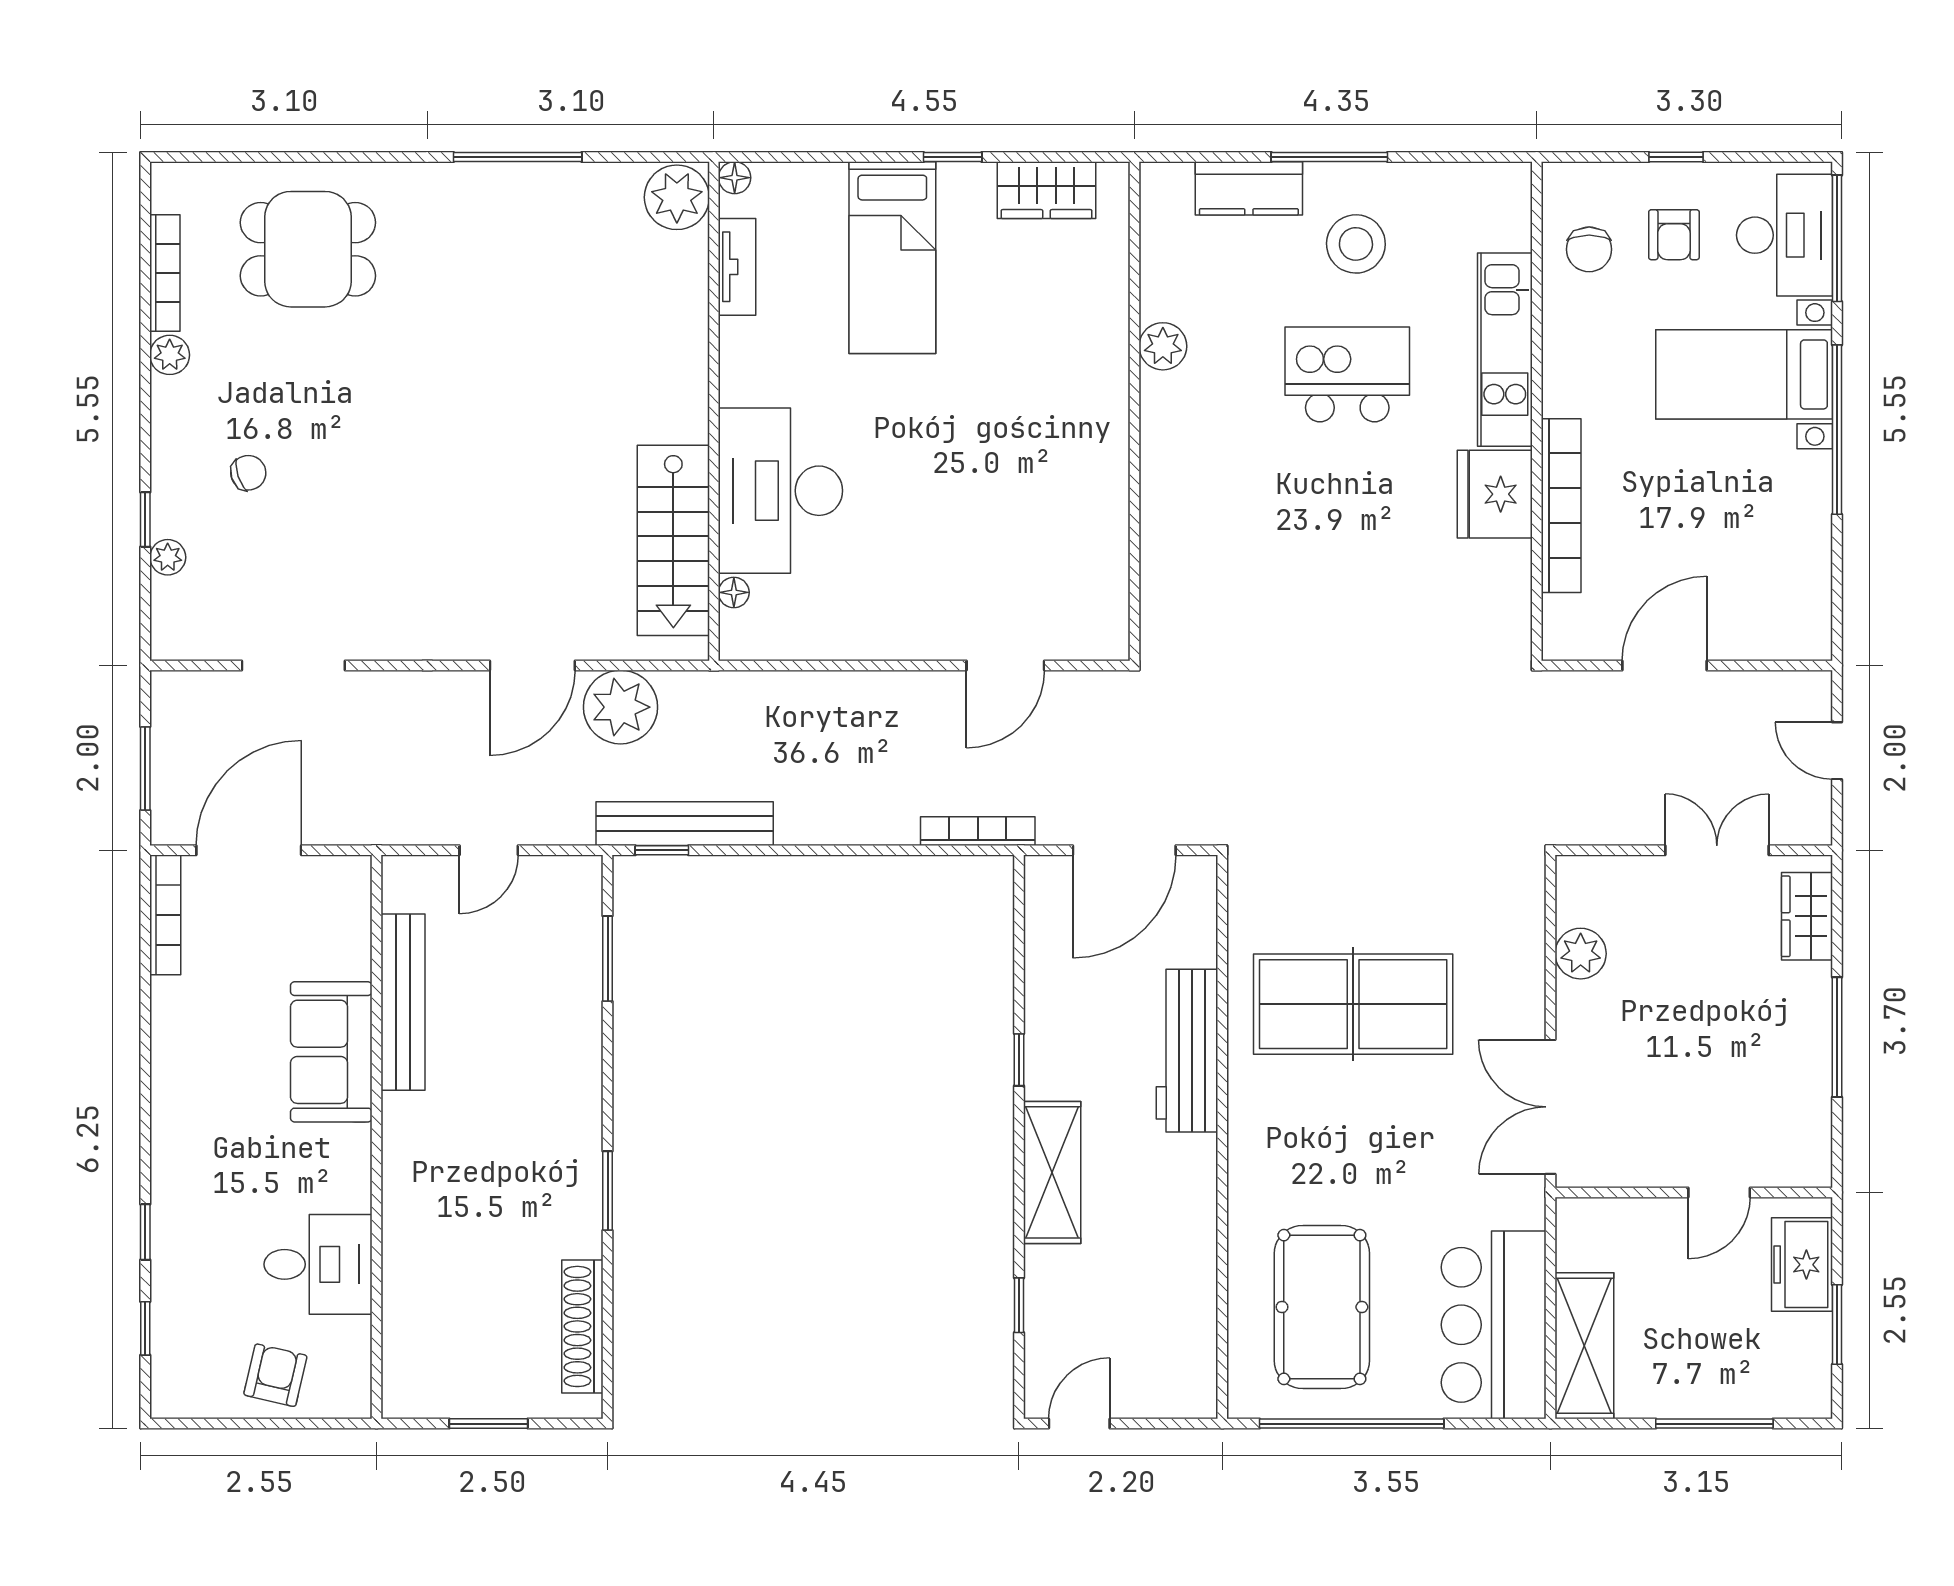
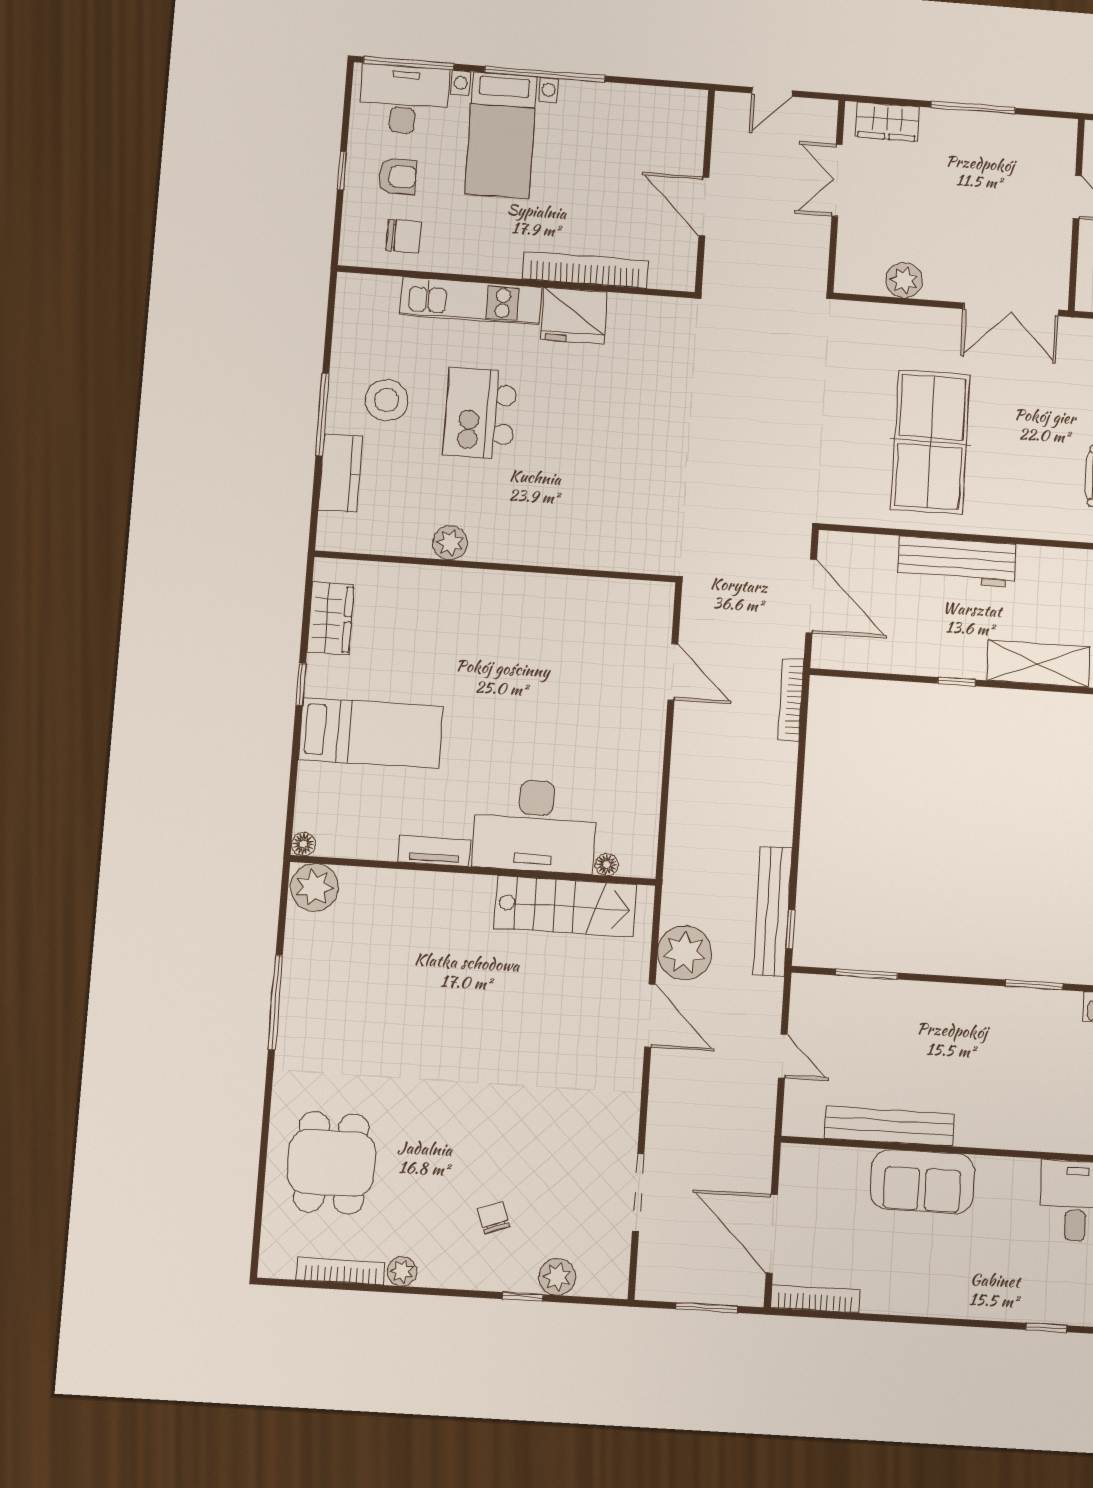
tv unit: (737, 267) -> (434, 851), moved
plant: (168, 557) -> (557, 1277), width x1.38, depth x1.38

